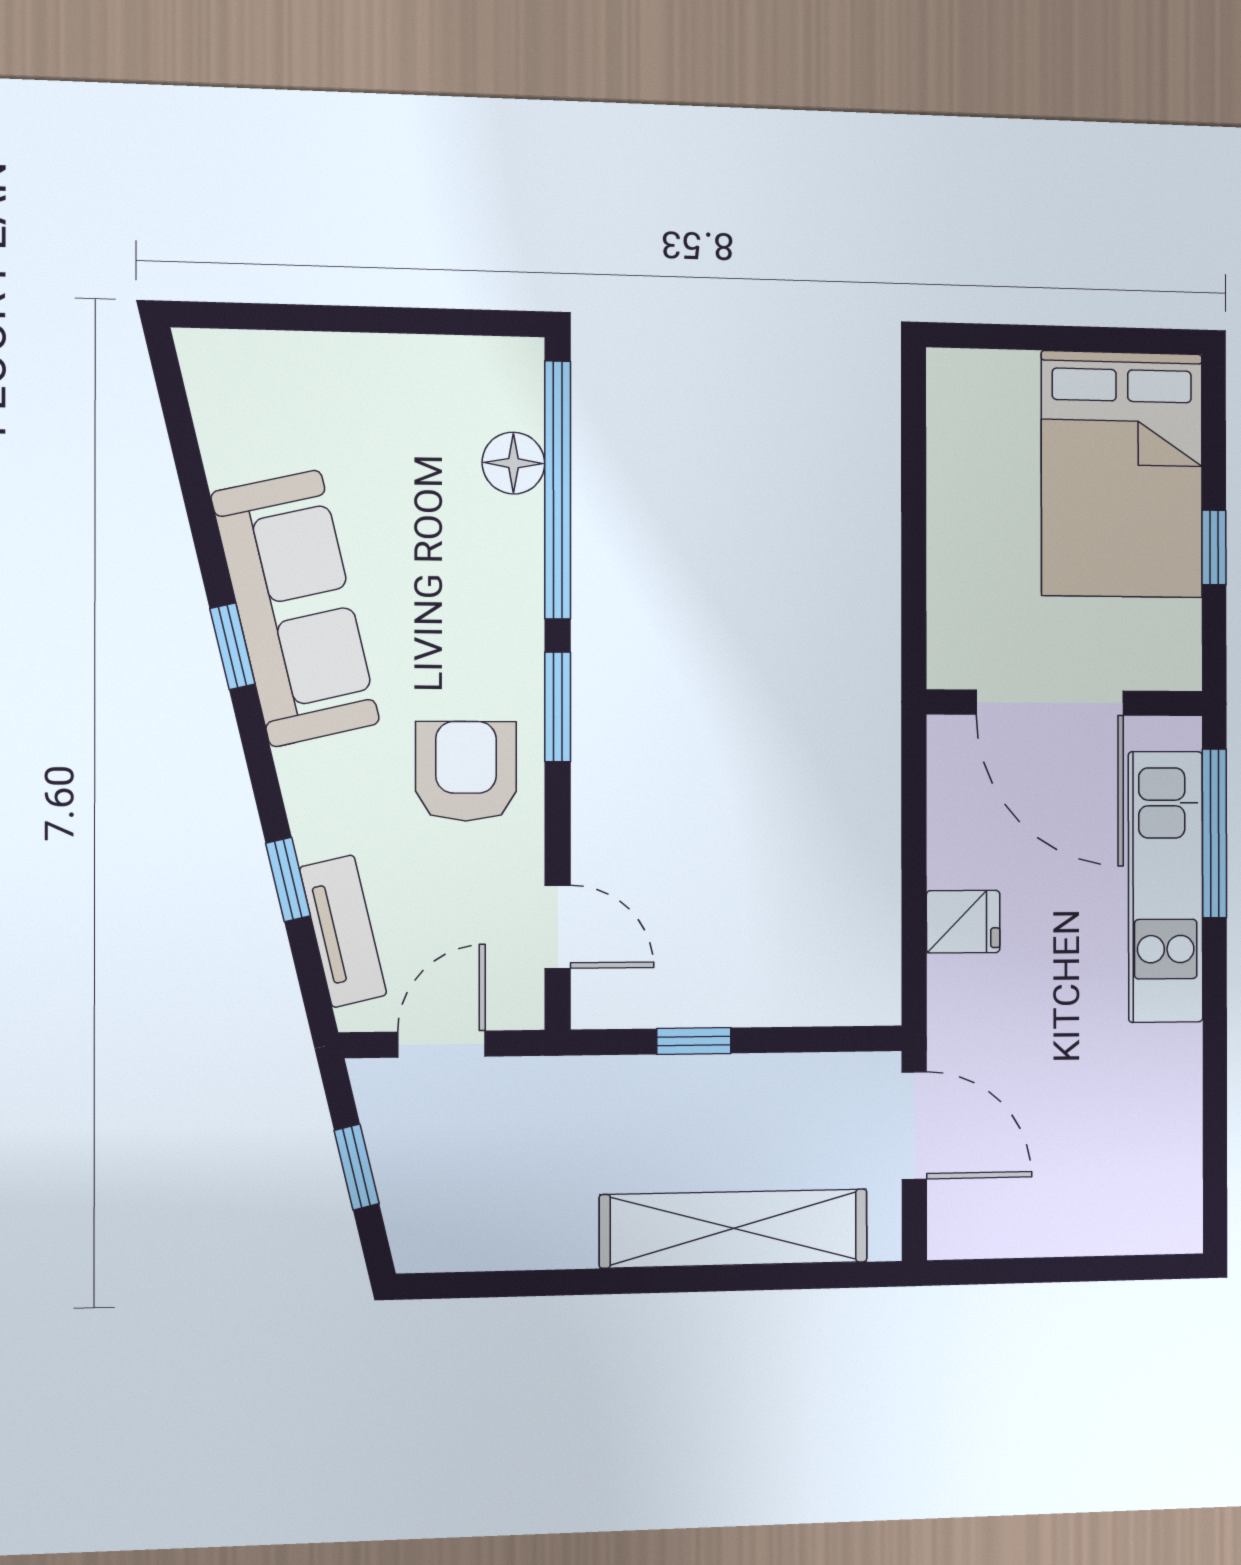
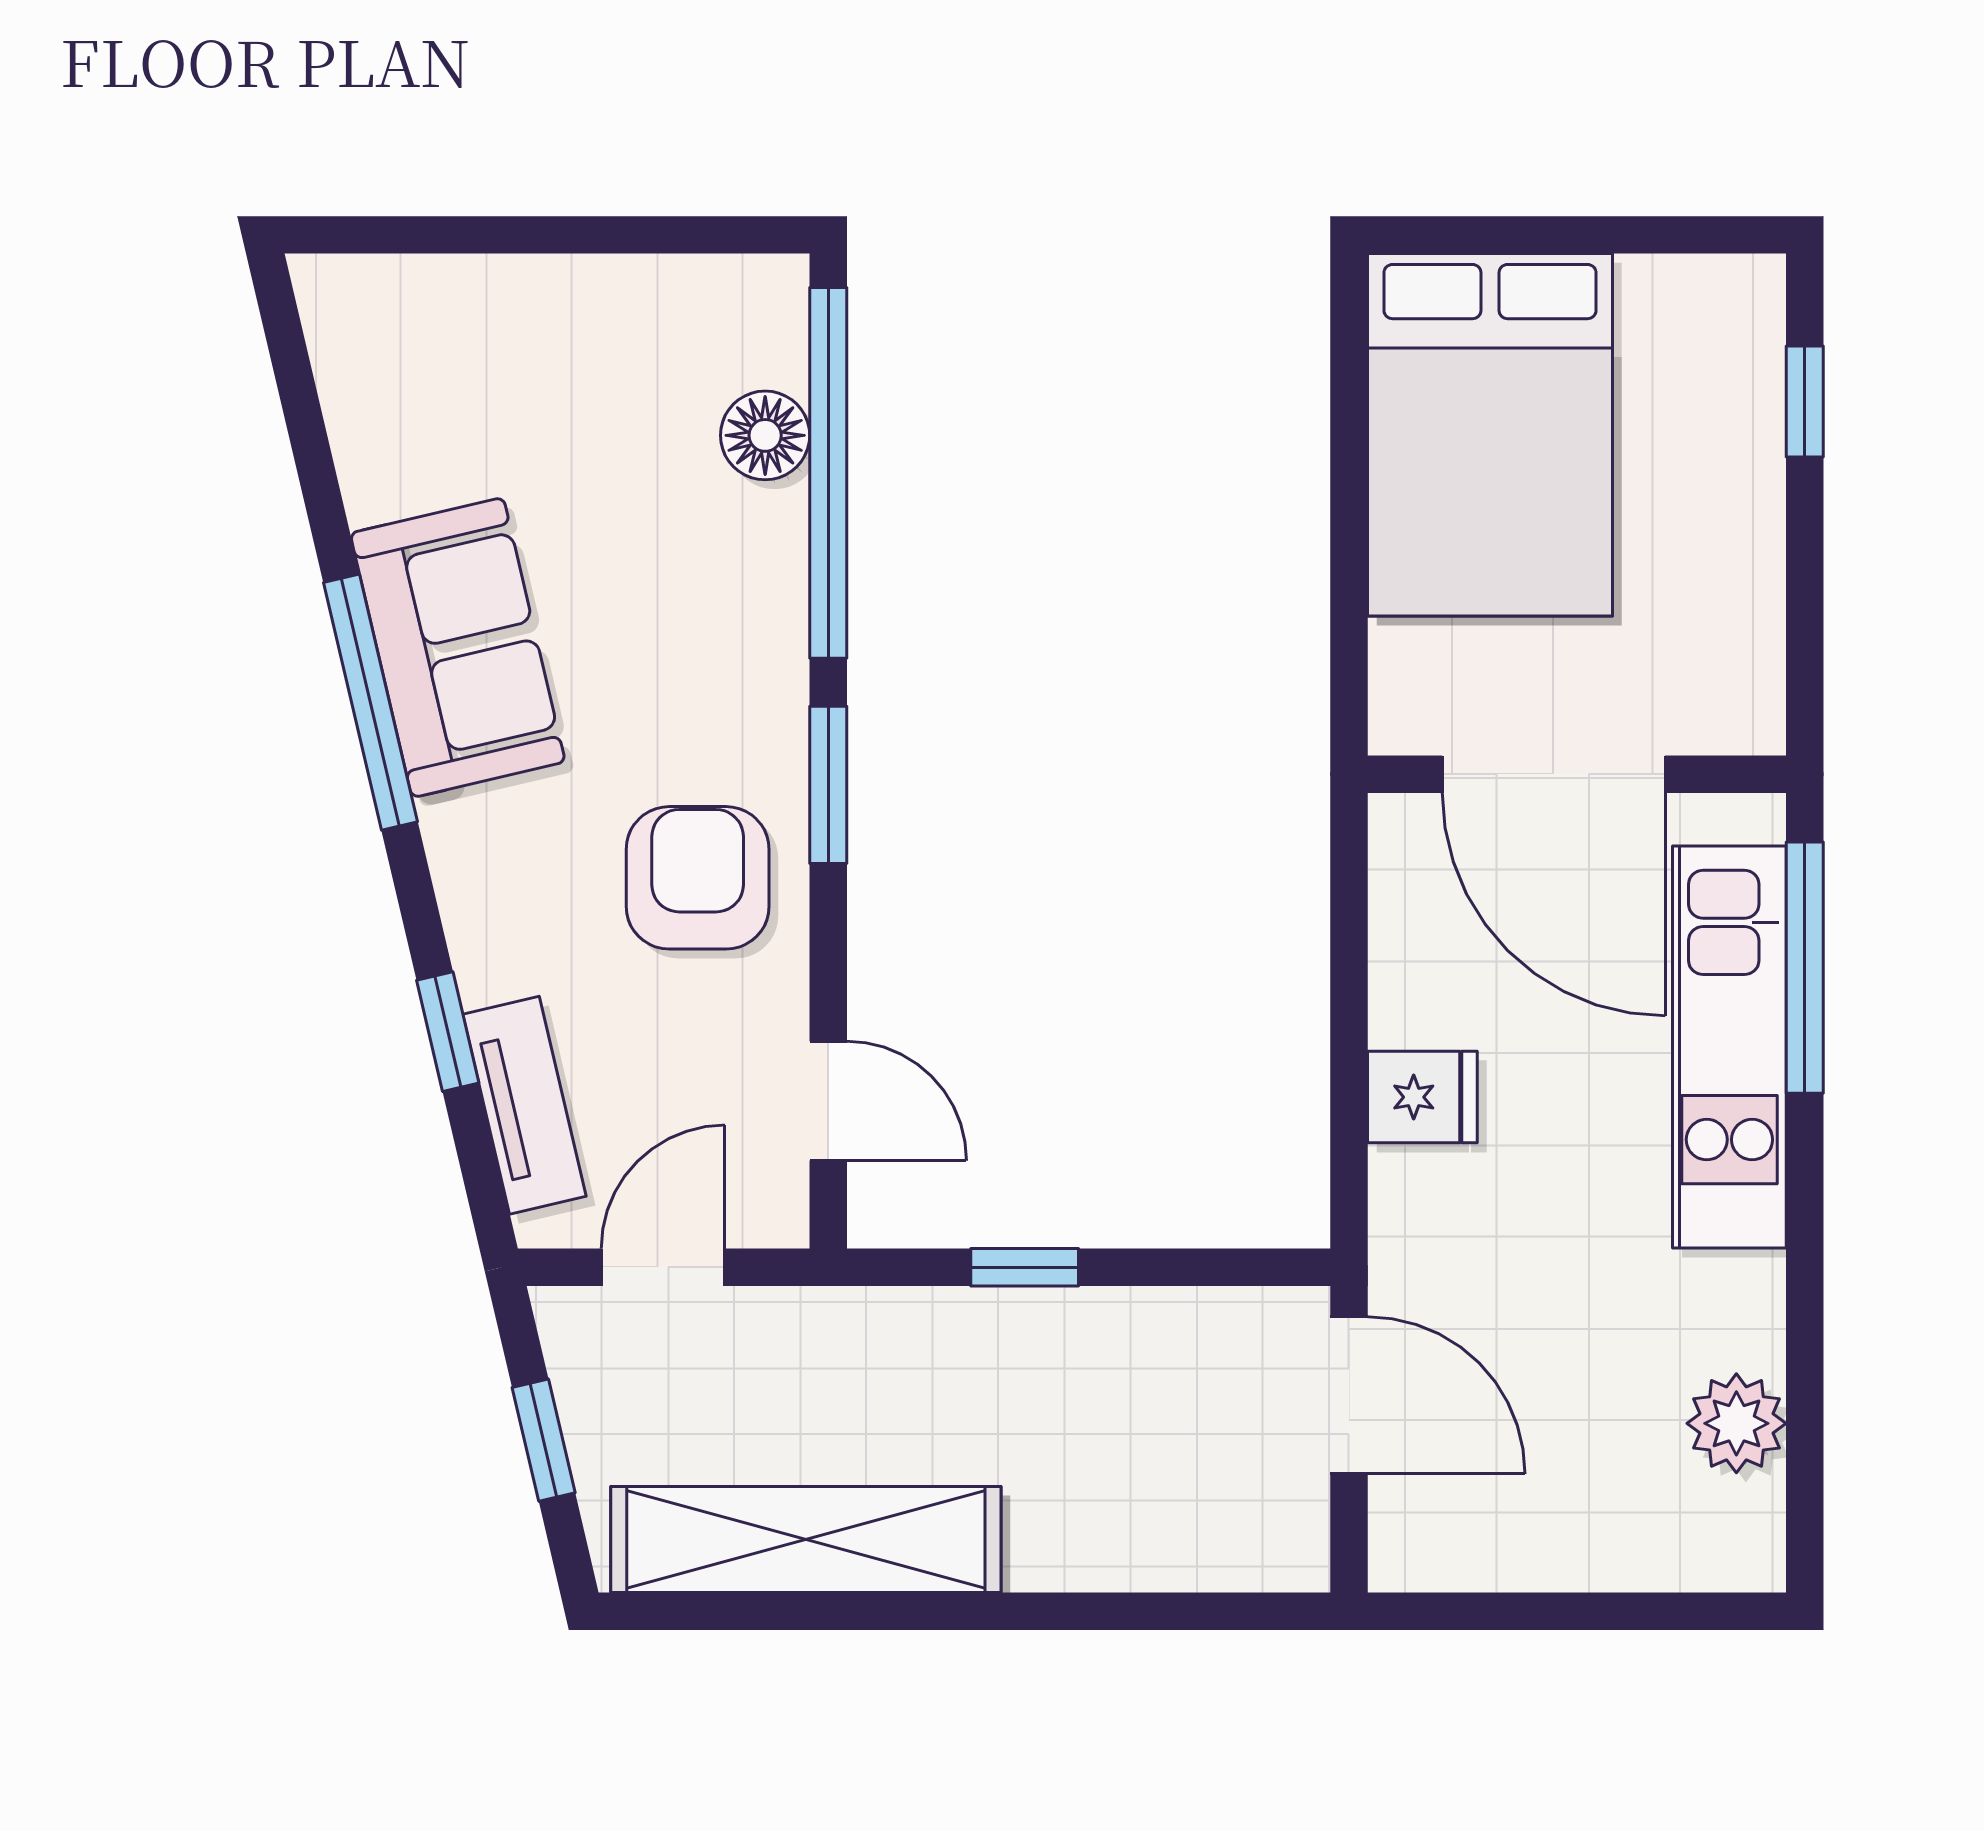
bed: (1122, 474) -> (1490, 435), moved
window: (1214, 547) -> (1805, 402), moved
sofa: (295, 608) -> (458, 647), width x0.73
window: (232, 646) -> (370, 702), width x2.17
plant: (1171, 1140) -> (1736, 1423), added
shelving: (734, 1228) -> (806, 1540), moved

